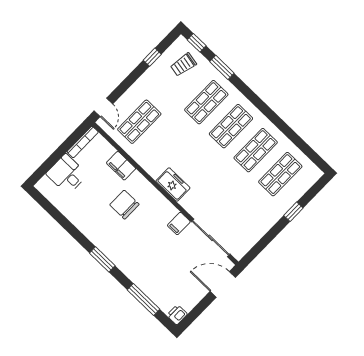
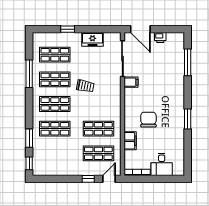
window: (152, 57) -> (88, 179), moved
trolley: (183, 65) -> (85, 86), moved
window: (286, 130) -> (29, 74), added
shop shelf: (164, 146) -> (98, 129), added
freezer: (173, 185) -> (93, 39), moved, turned -90
chair: (124, 205) -> (148, 120), turned 180
window: (102, 259) -> (188, 119), moved
printer: (177, 315) -> (160, 37), moved

